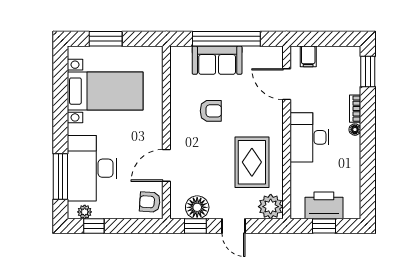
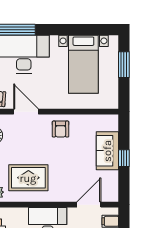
window: (226, 39) -> (124, 158), width x0.32
armchair: (211, 111) -> (61, 129), moved

